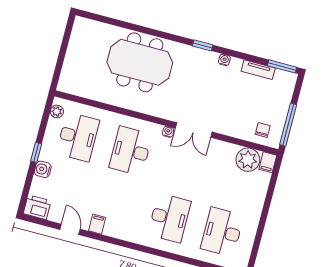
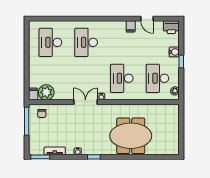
desk: (131, 151) -> (122, 78), turned 180
desk: (222, 232) -> (50, 42), turned 180

